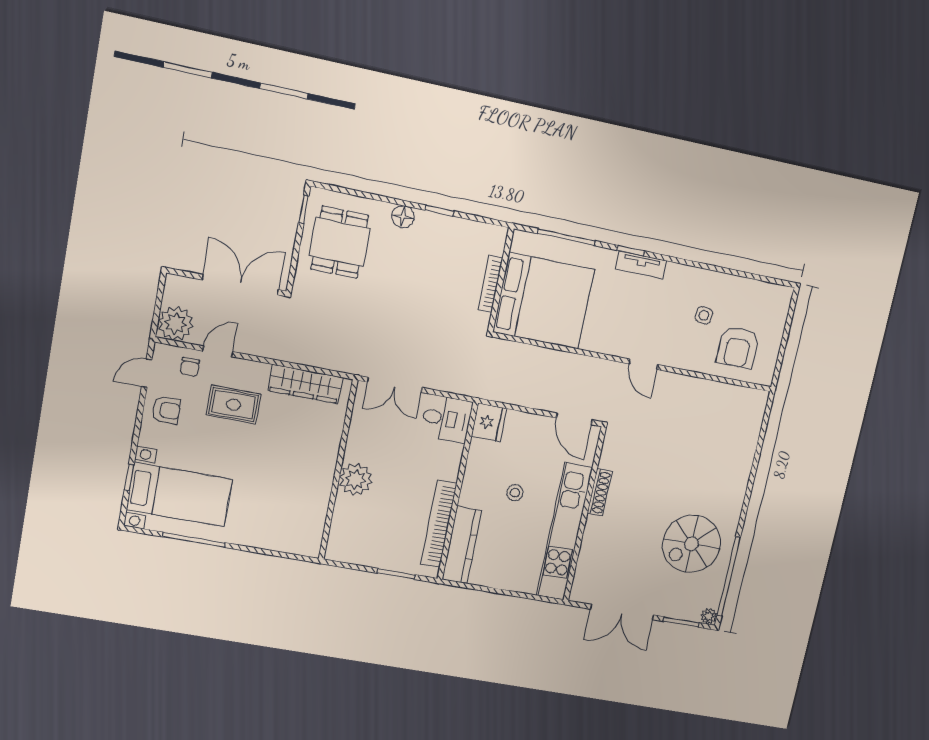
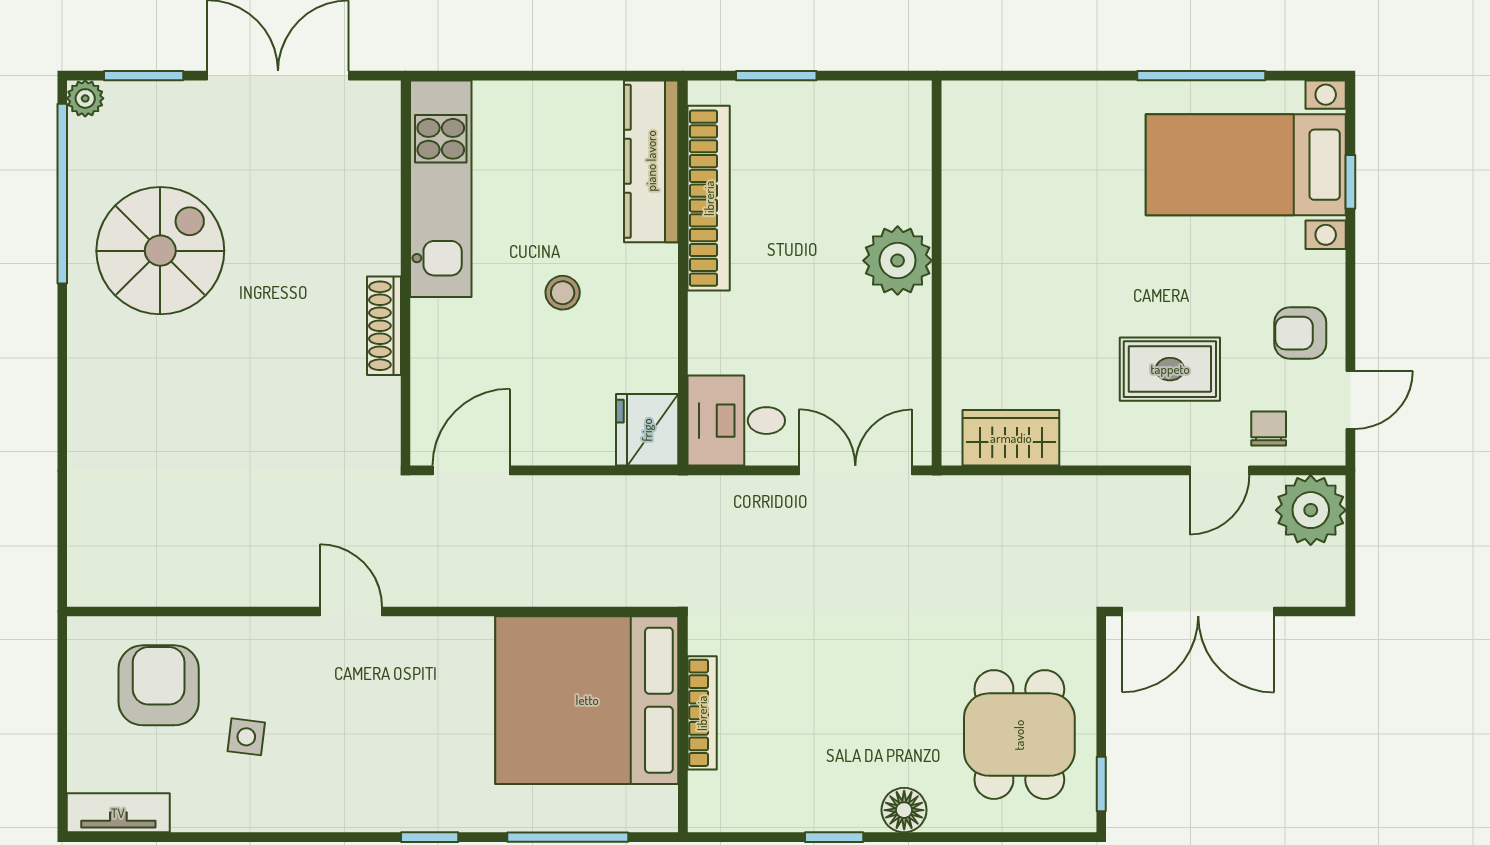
tv unit: (641, 265) -> (118, 813), moved
wardrobe: (305, 384) -> (1011, 438), width x0.67
door: (574, 419) -> (471, 470), hinge flipped
kitchen unit: (564, 532) -> (441, 189), width x0.73

